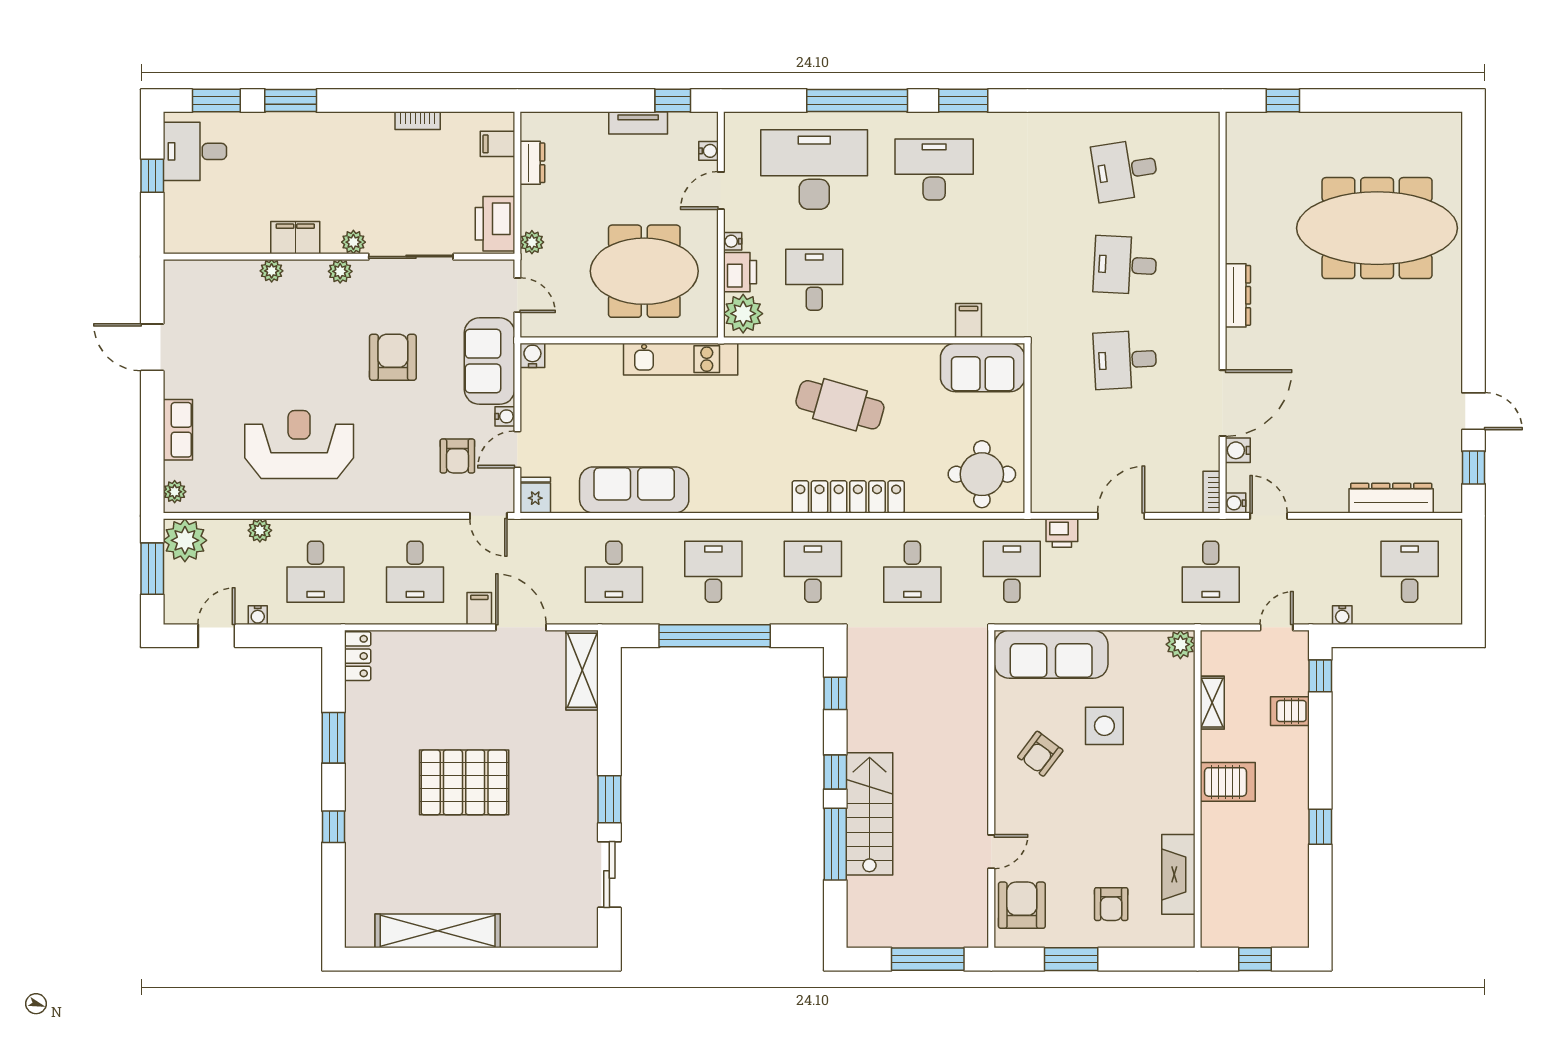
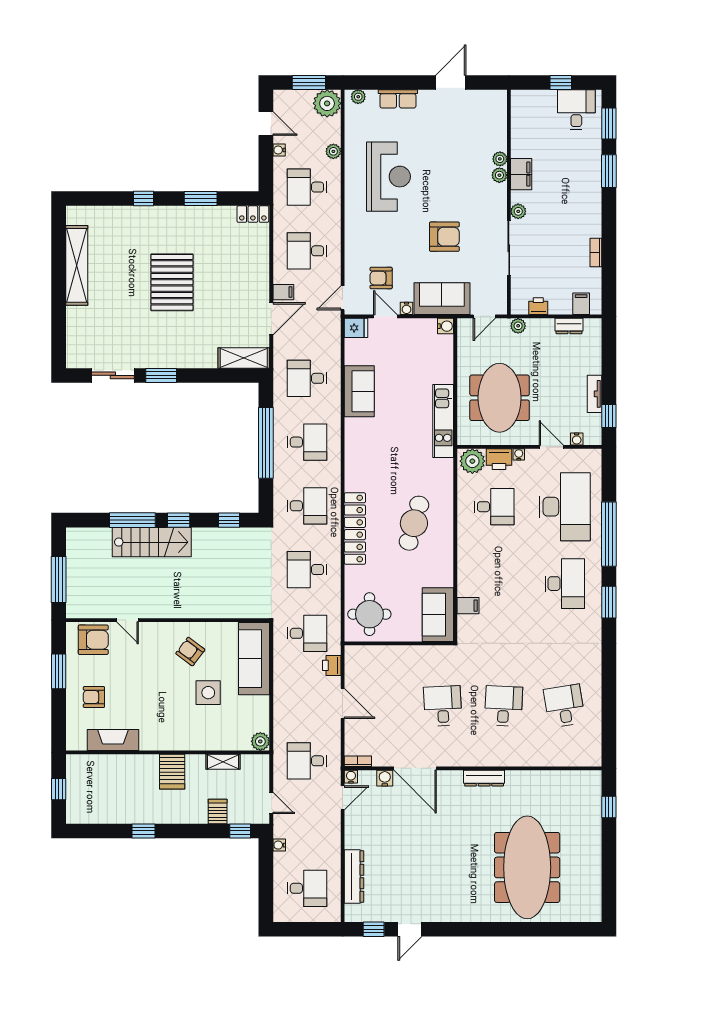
printer: (495, 224) -> (538, 306), width x0.53, depth x0.68
plant: (340, 271) -> (499, 175), moved
sofa: (634, 490) -> (359, 391), width x0.73

